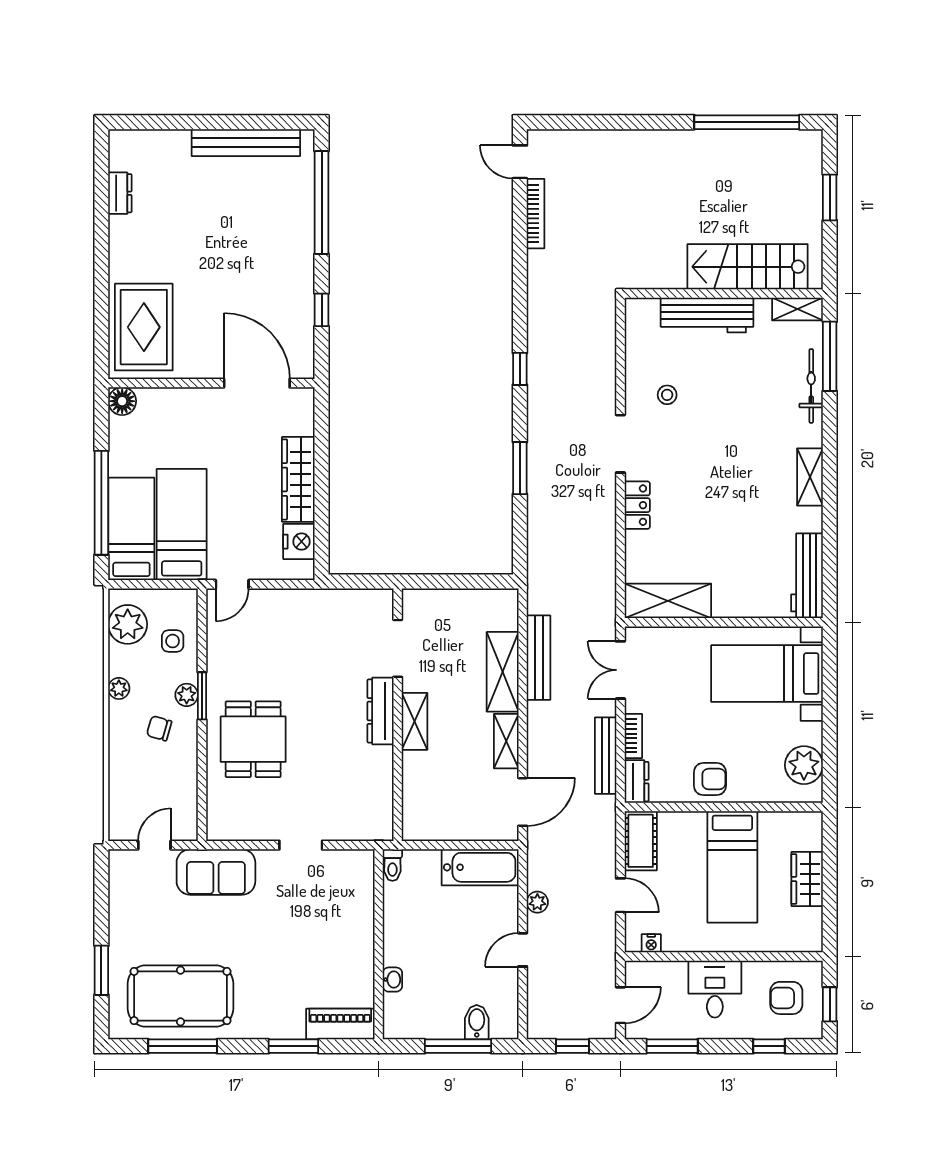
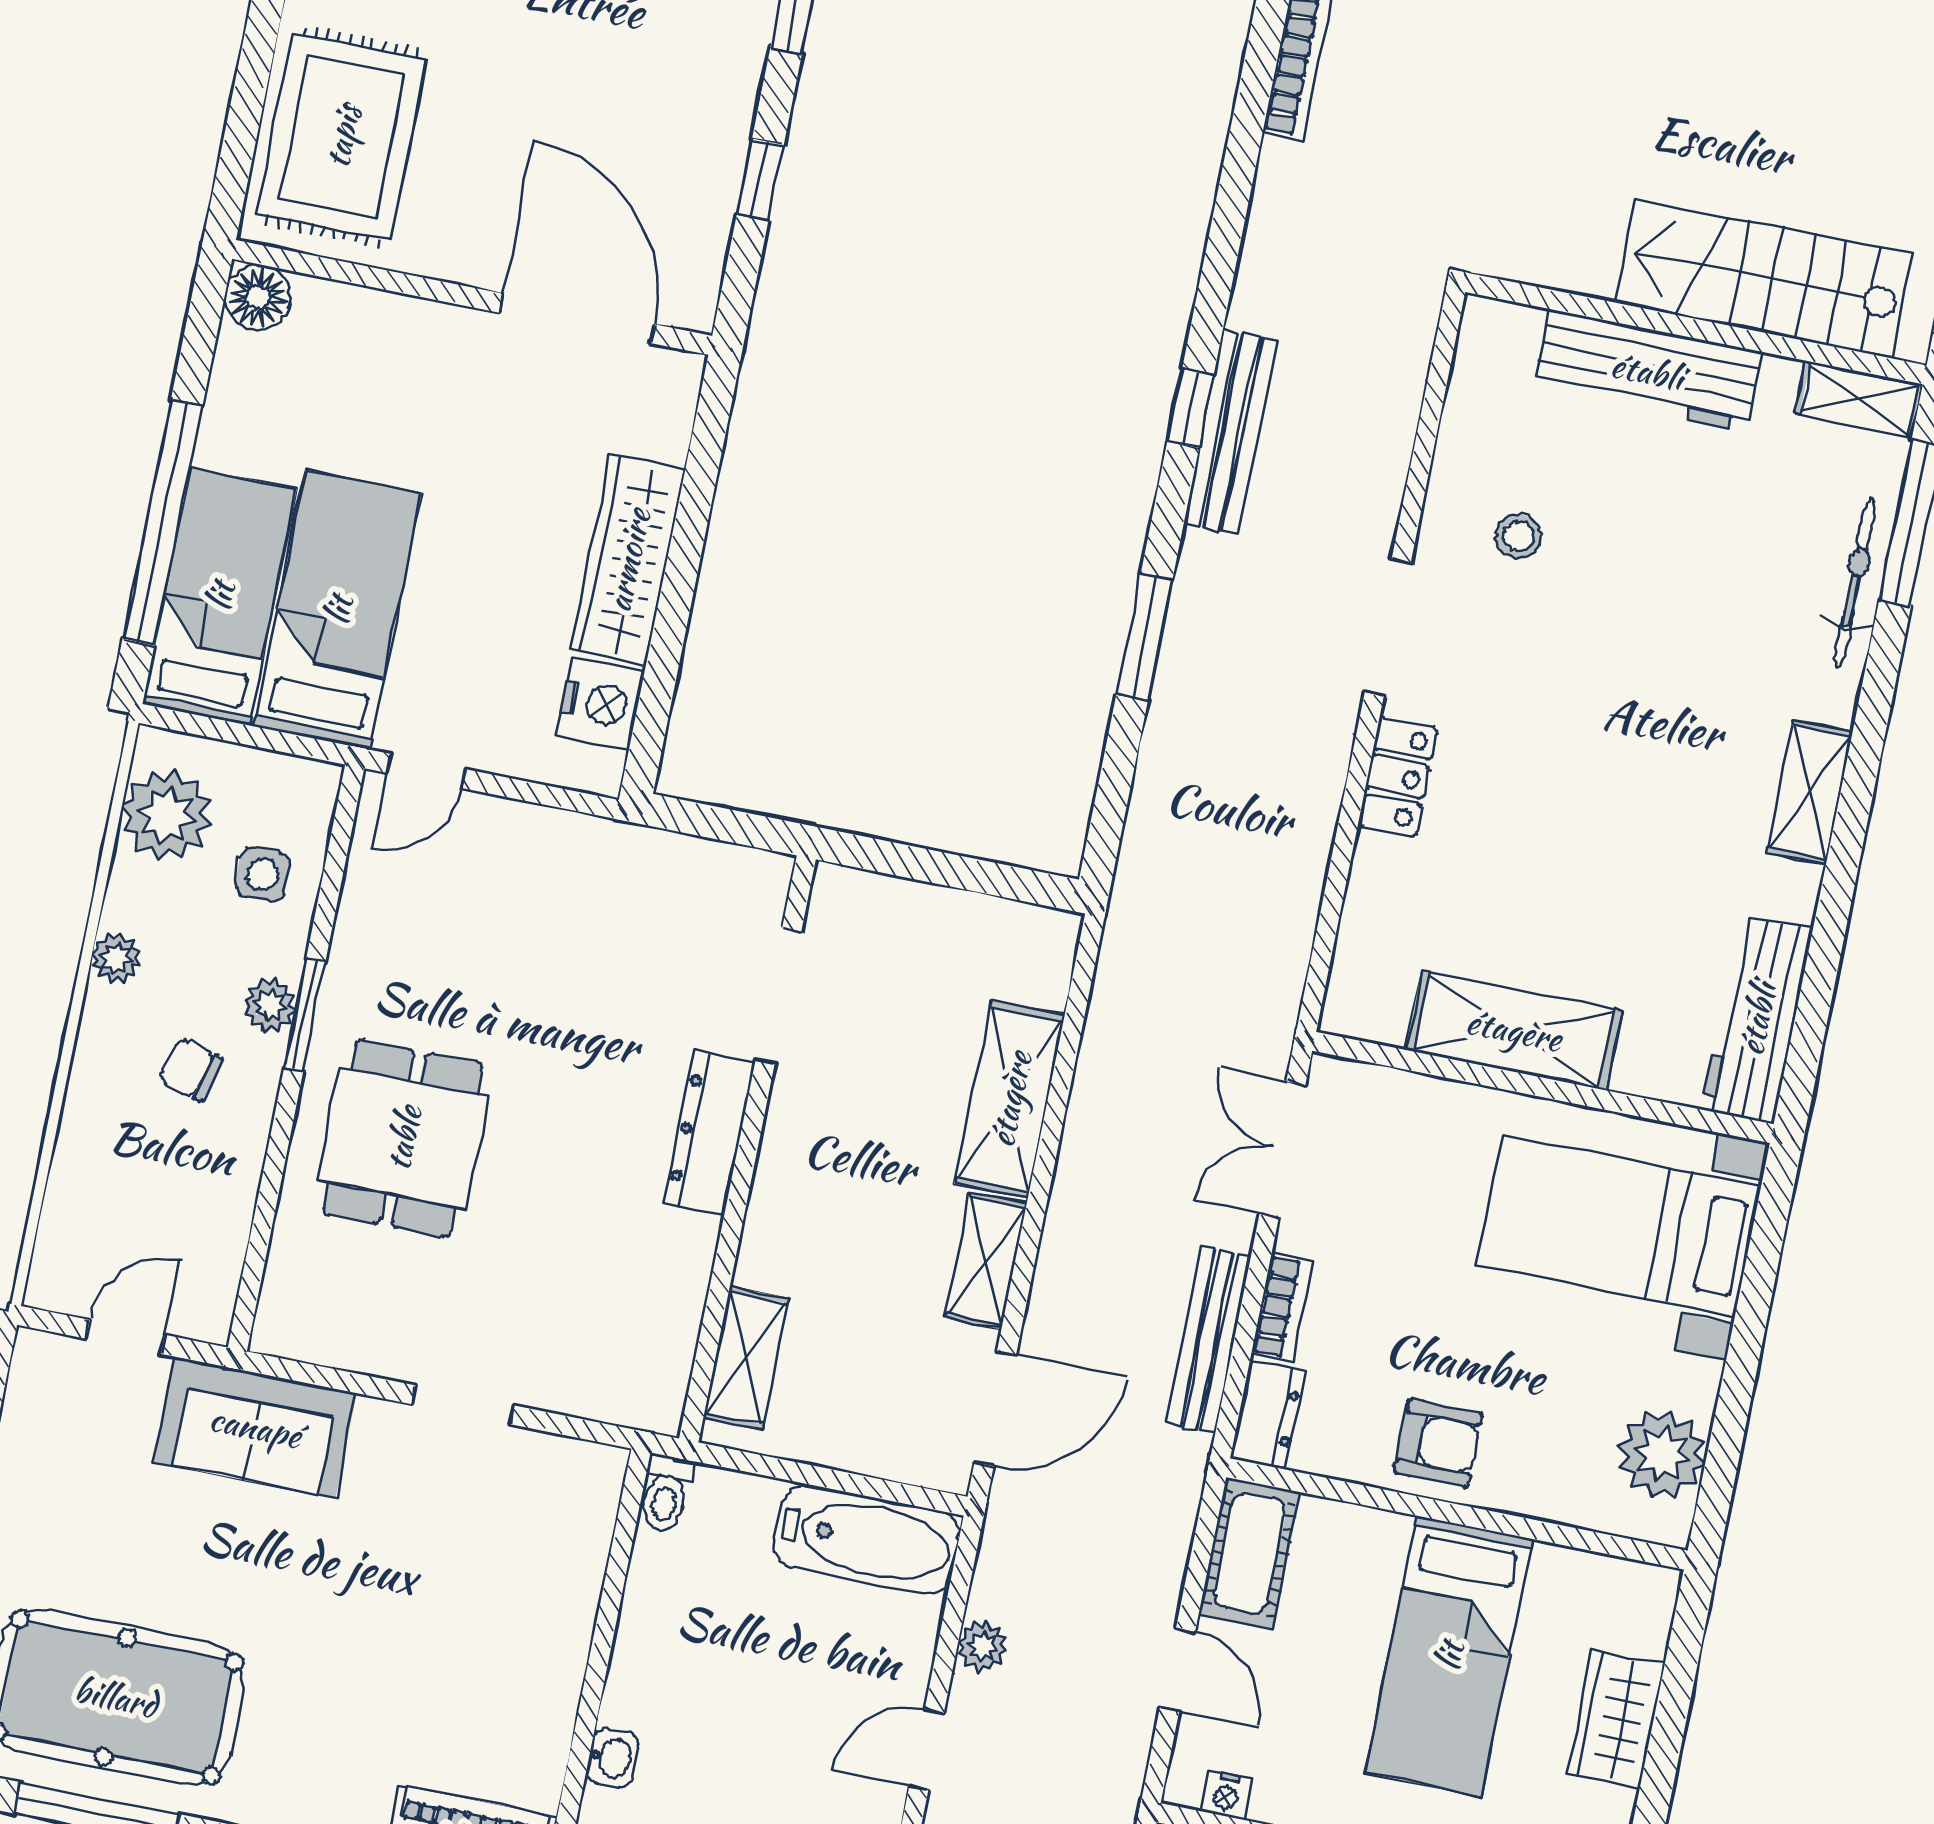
shelving: (668, 601) -> (1514, 1030), moved
bench: (539, 658) -> (1230, 432), moved
shelving: (415, 721) -> (746, 1358), moved

